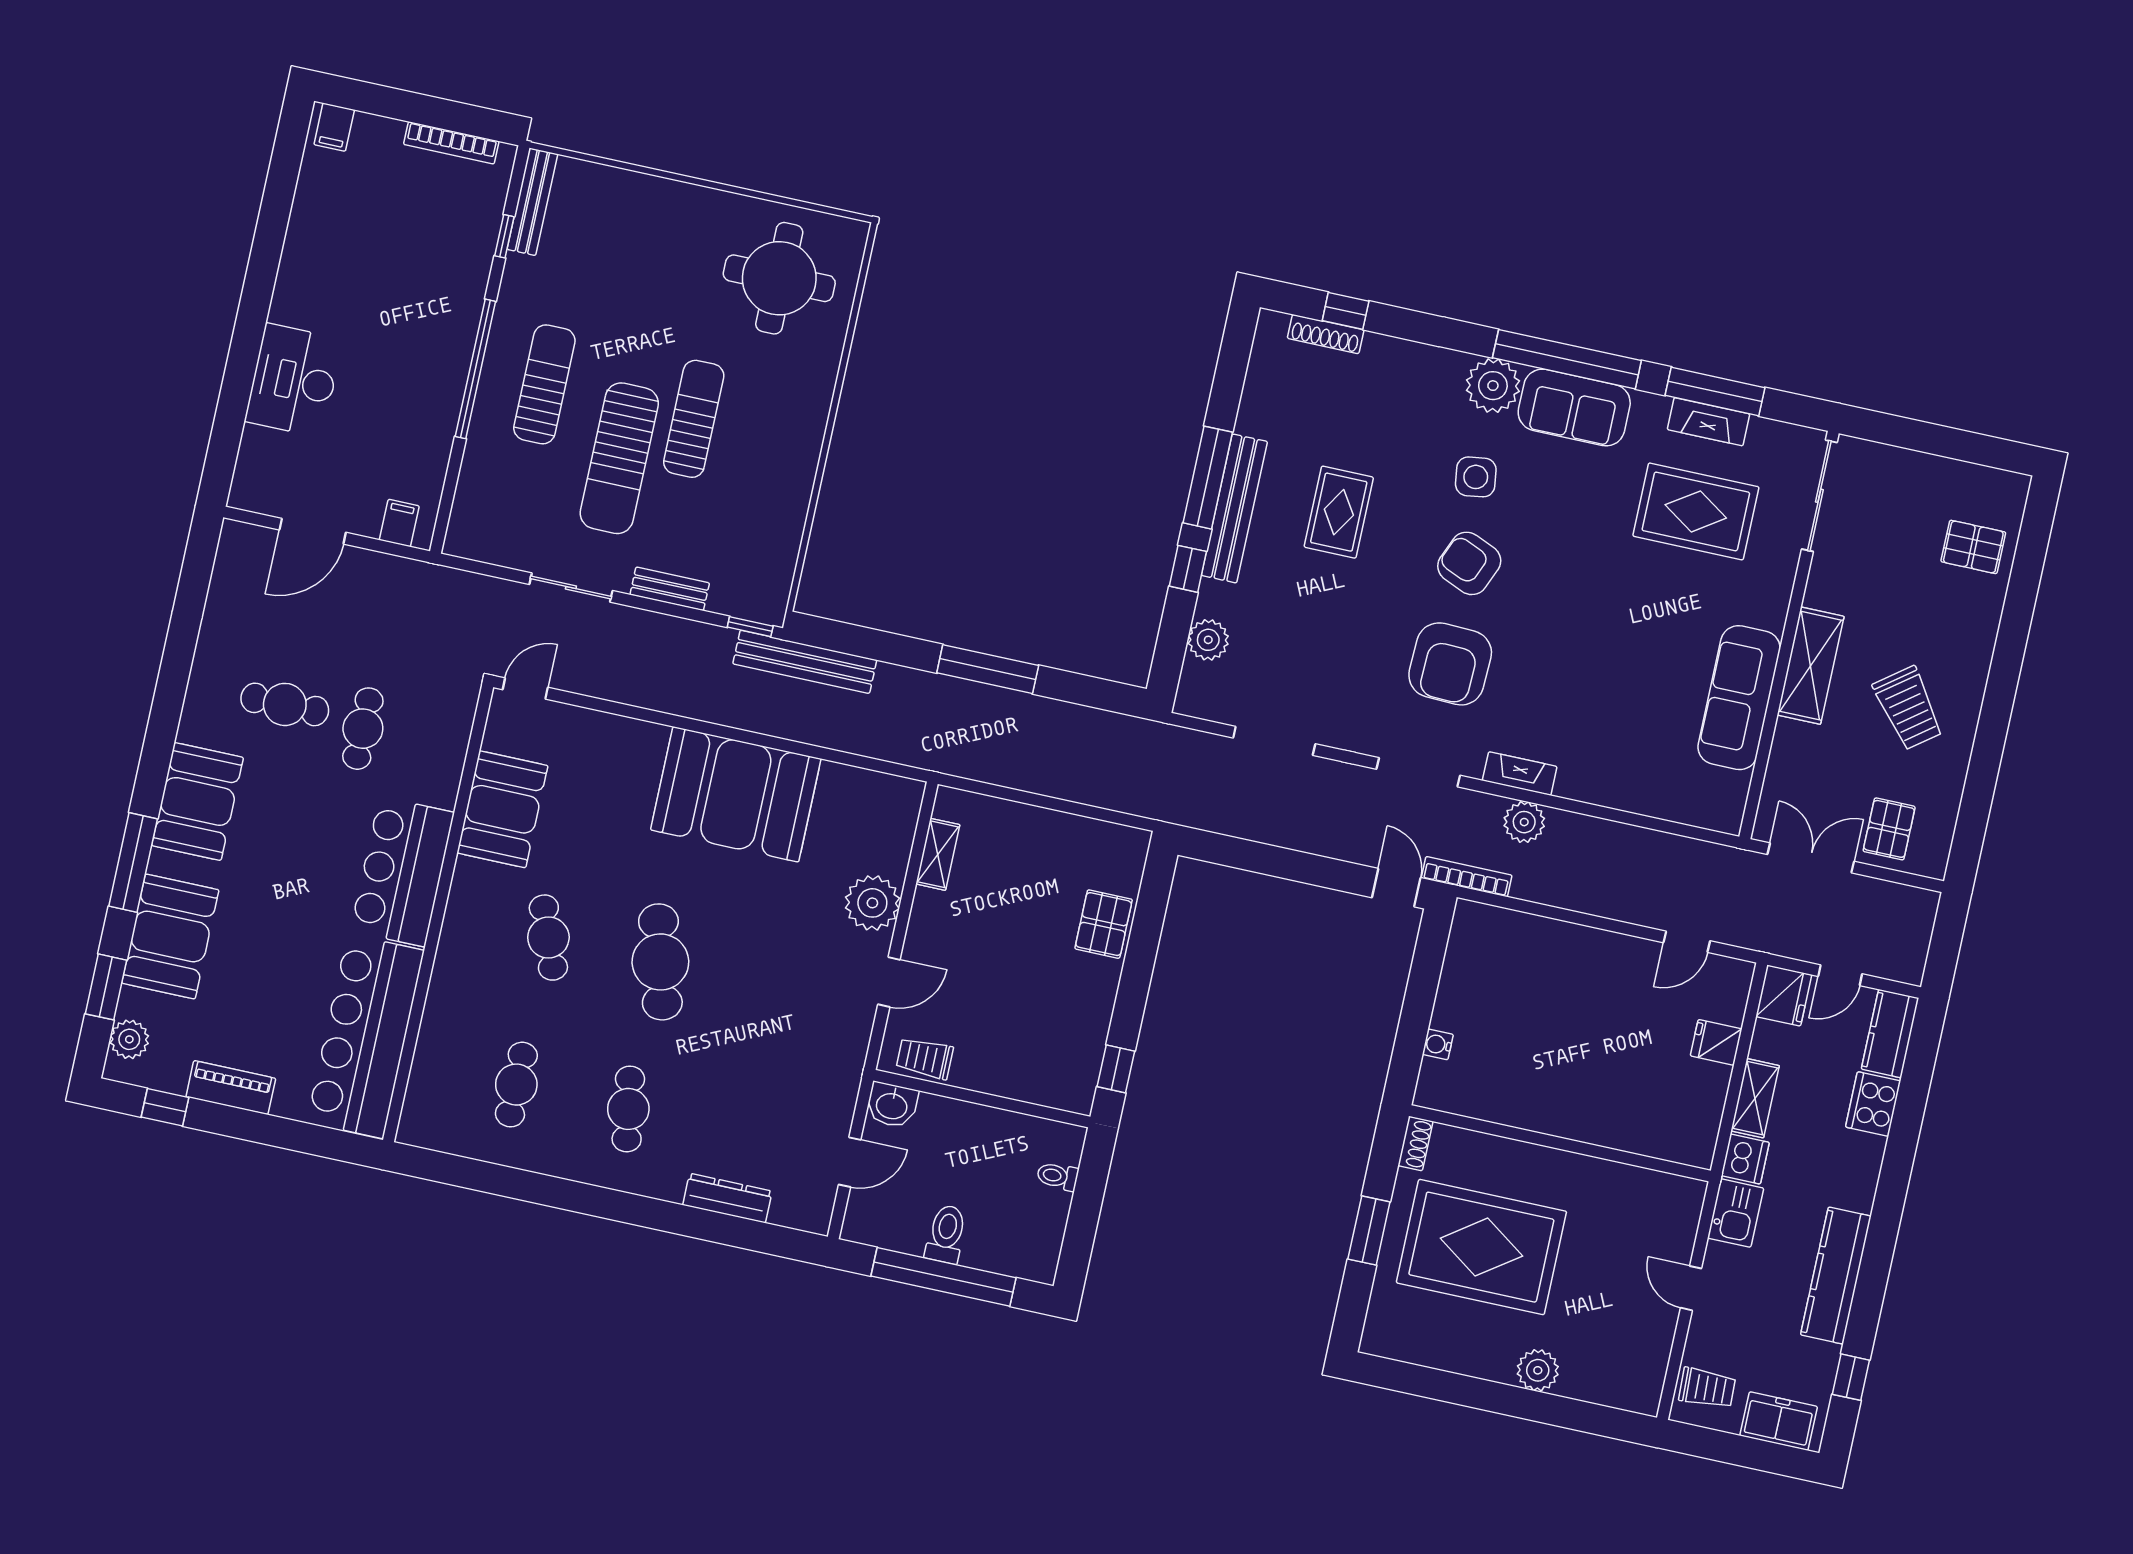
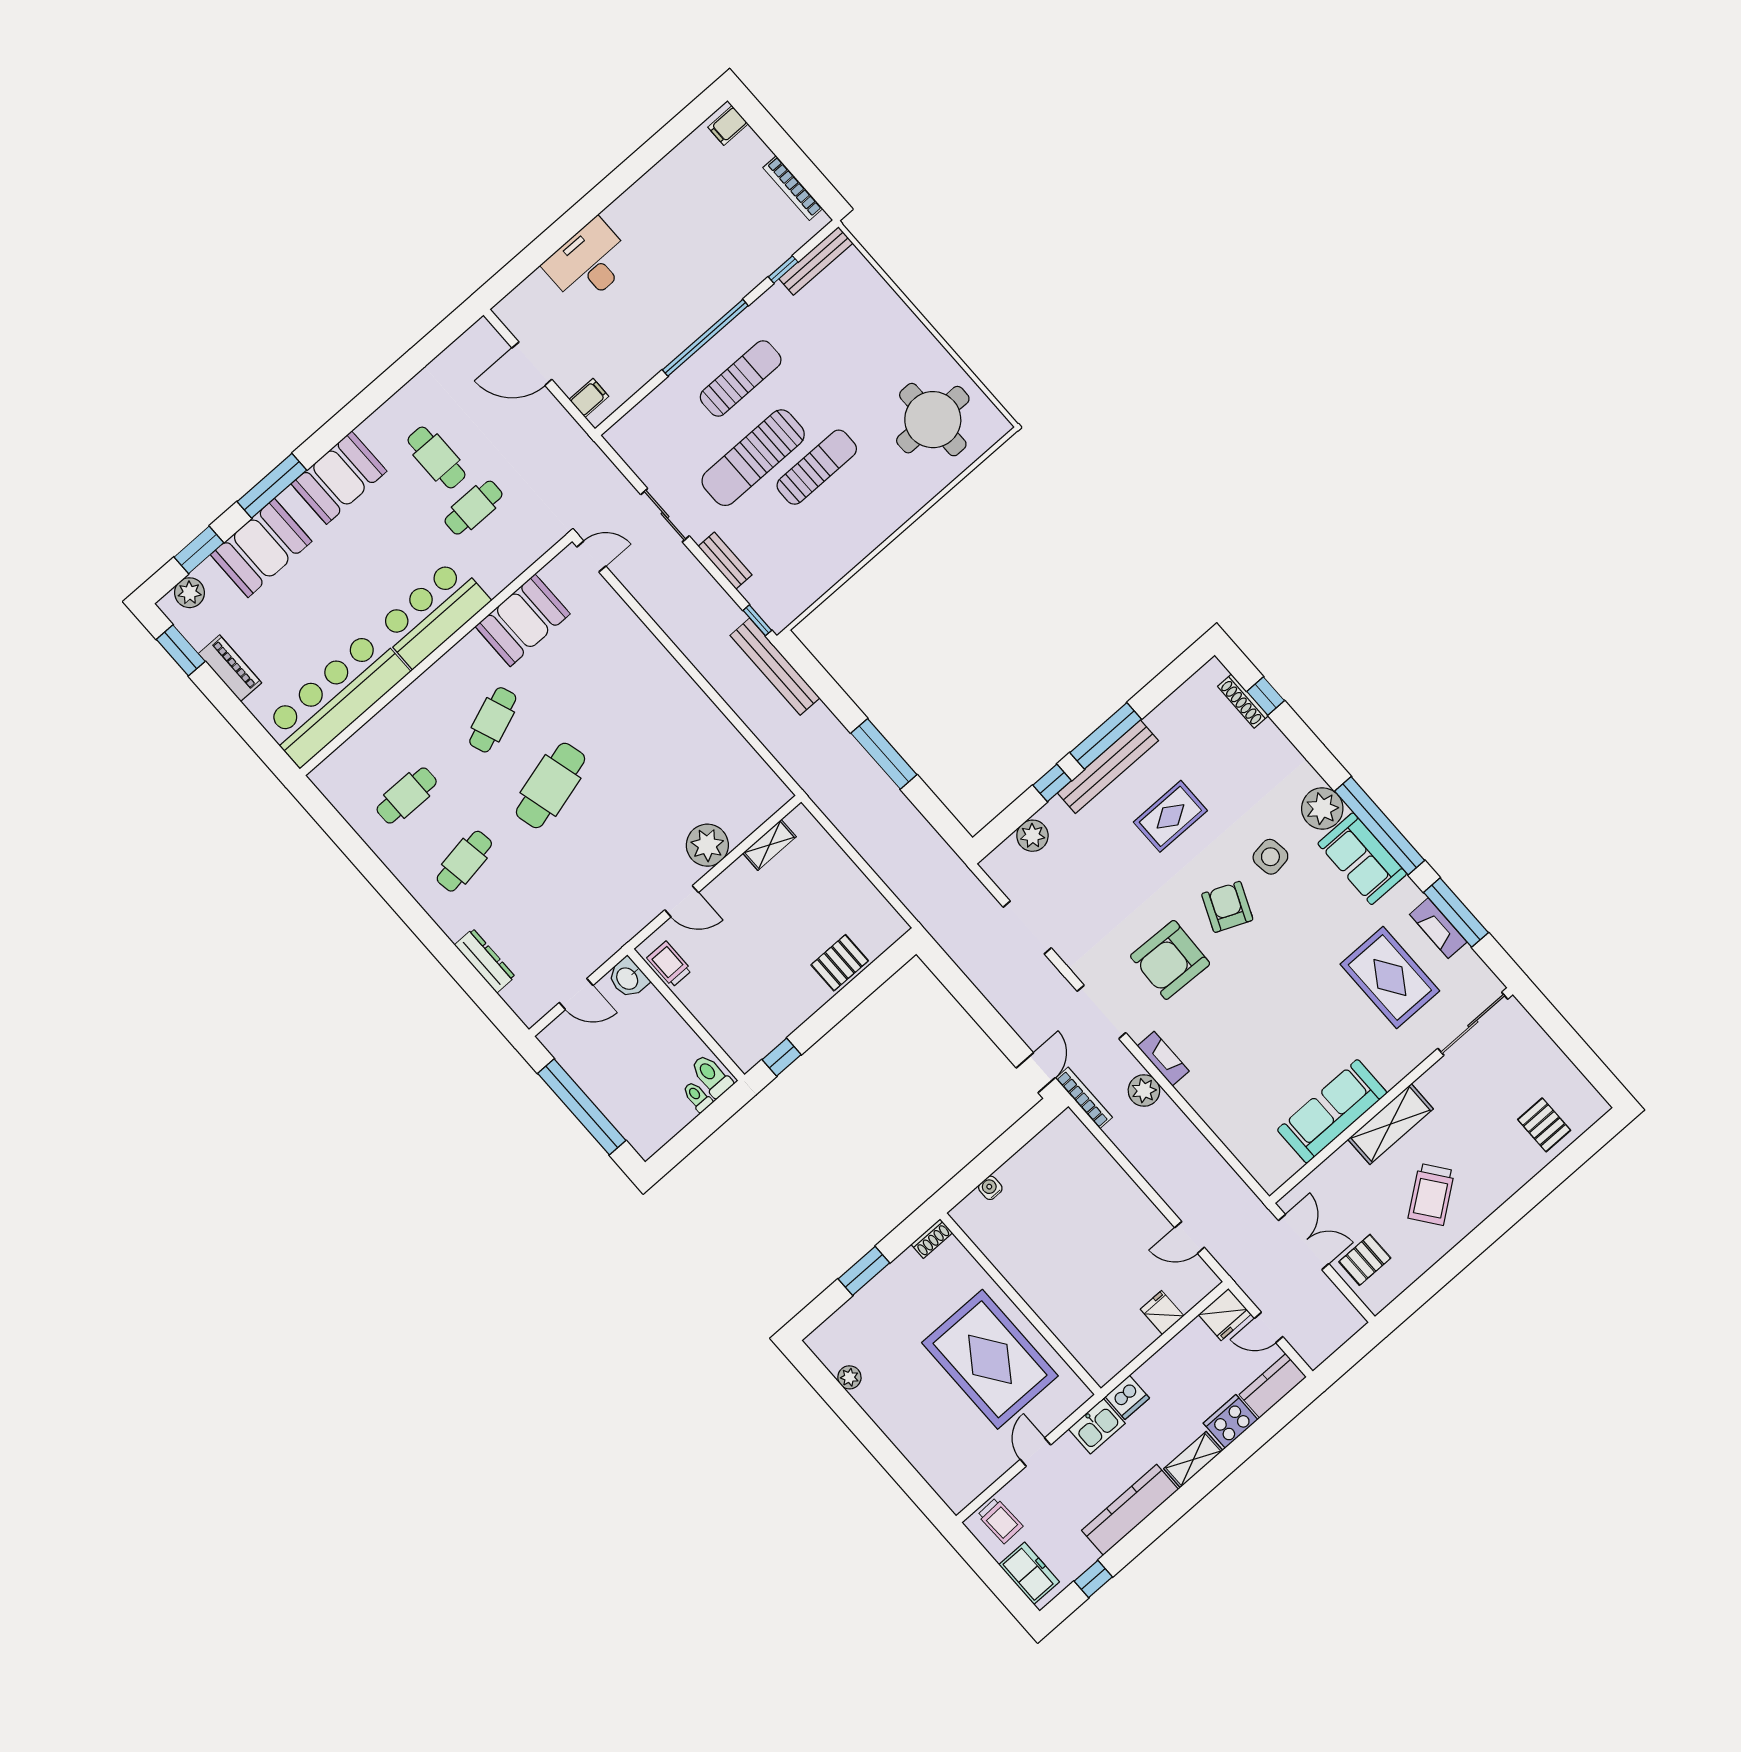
booth: (736, 794) -> (673, 717), removed
shelving: (1755, 1098) -> (1193, 1460), moved
window: (165, 1107) -> (181, 650), width x1.50
toilet: (946, 1234) -> (711, 1076), moved, turned -90
rug: (1481, 1247) -> (990, 1359), moved
plant: (1538, 1370) -> (849, 1377), moved, width x0.73, depth x0.73

